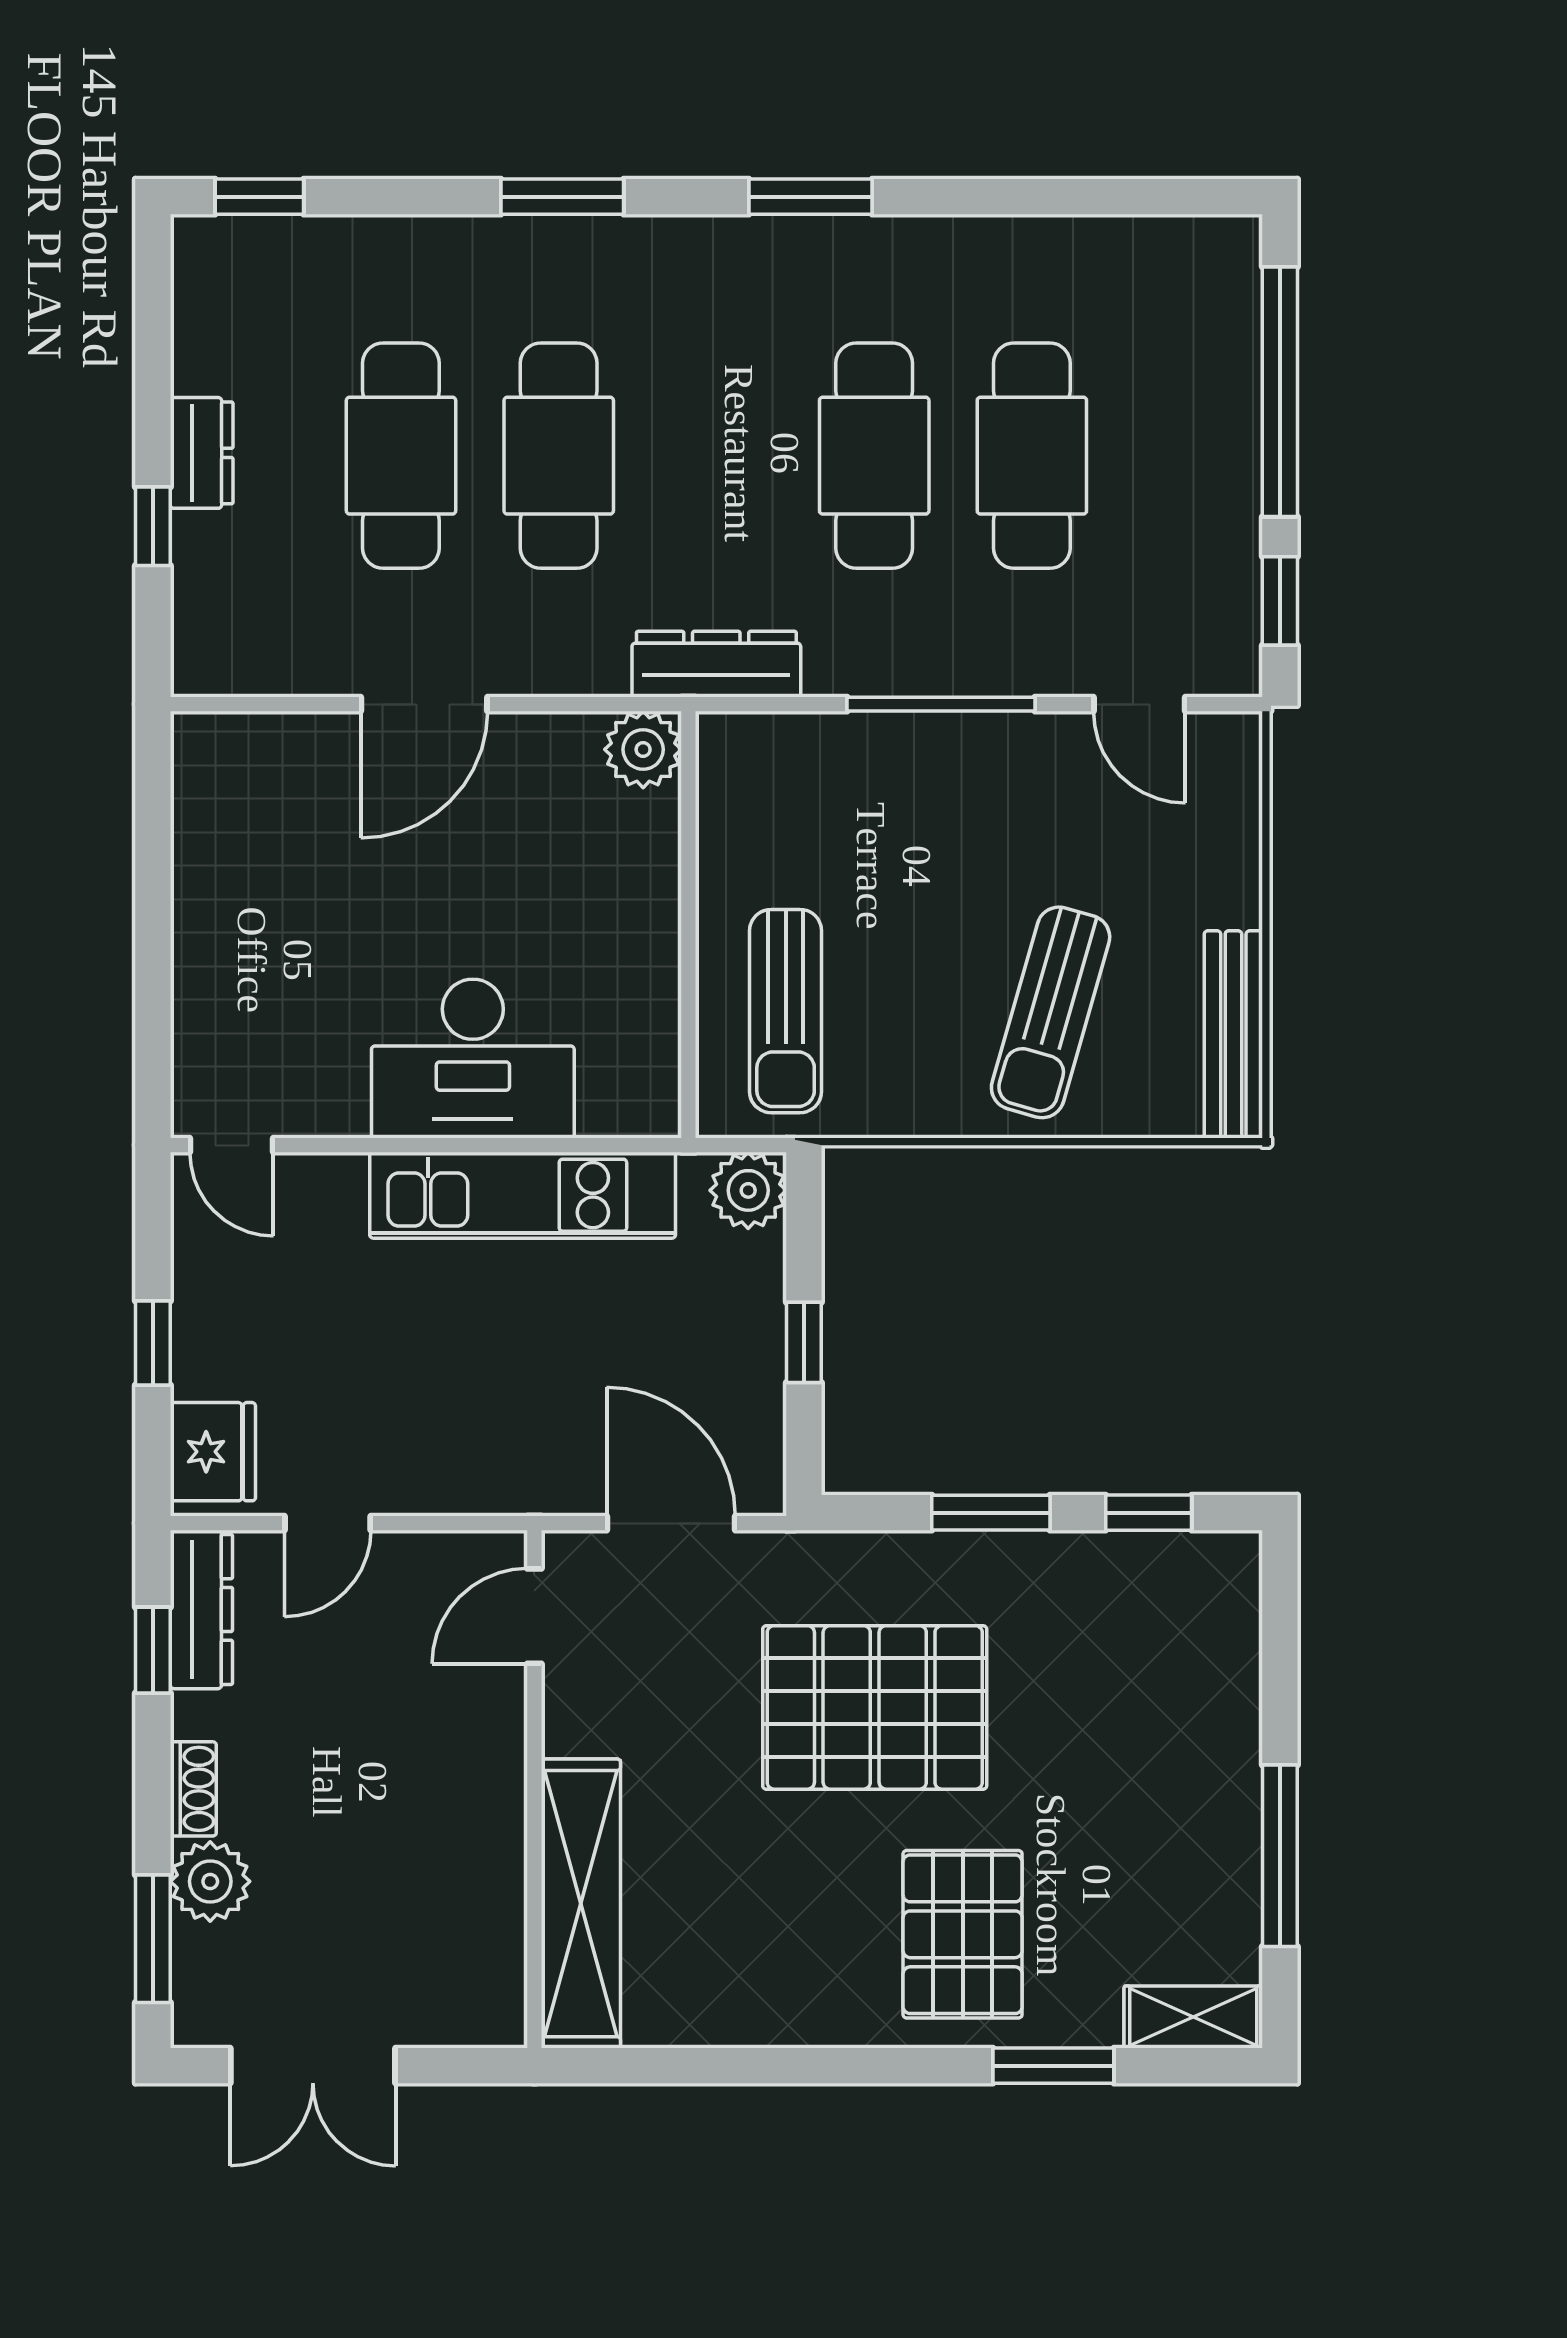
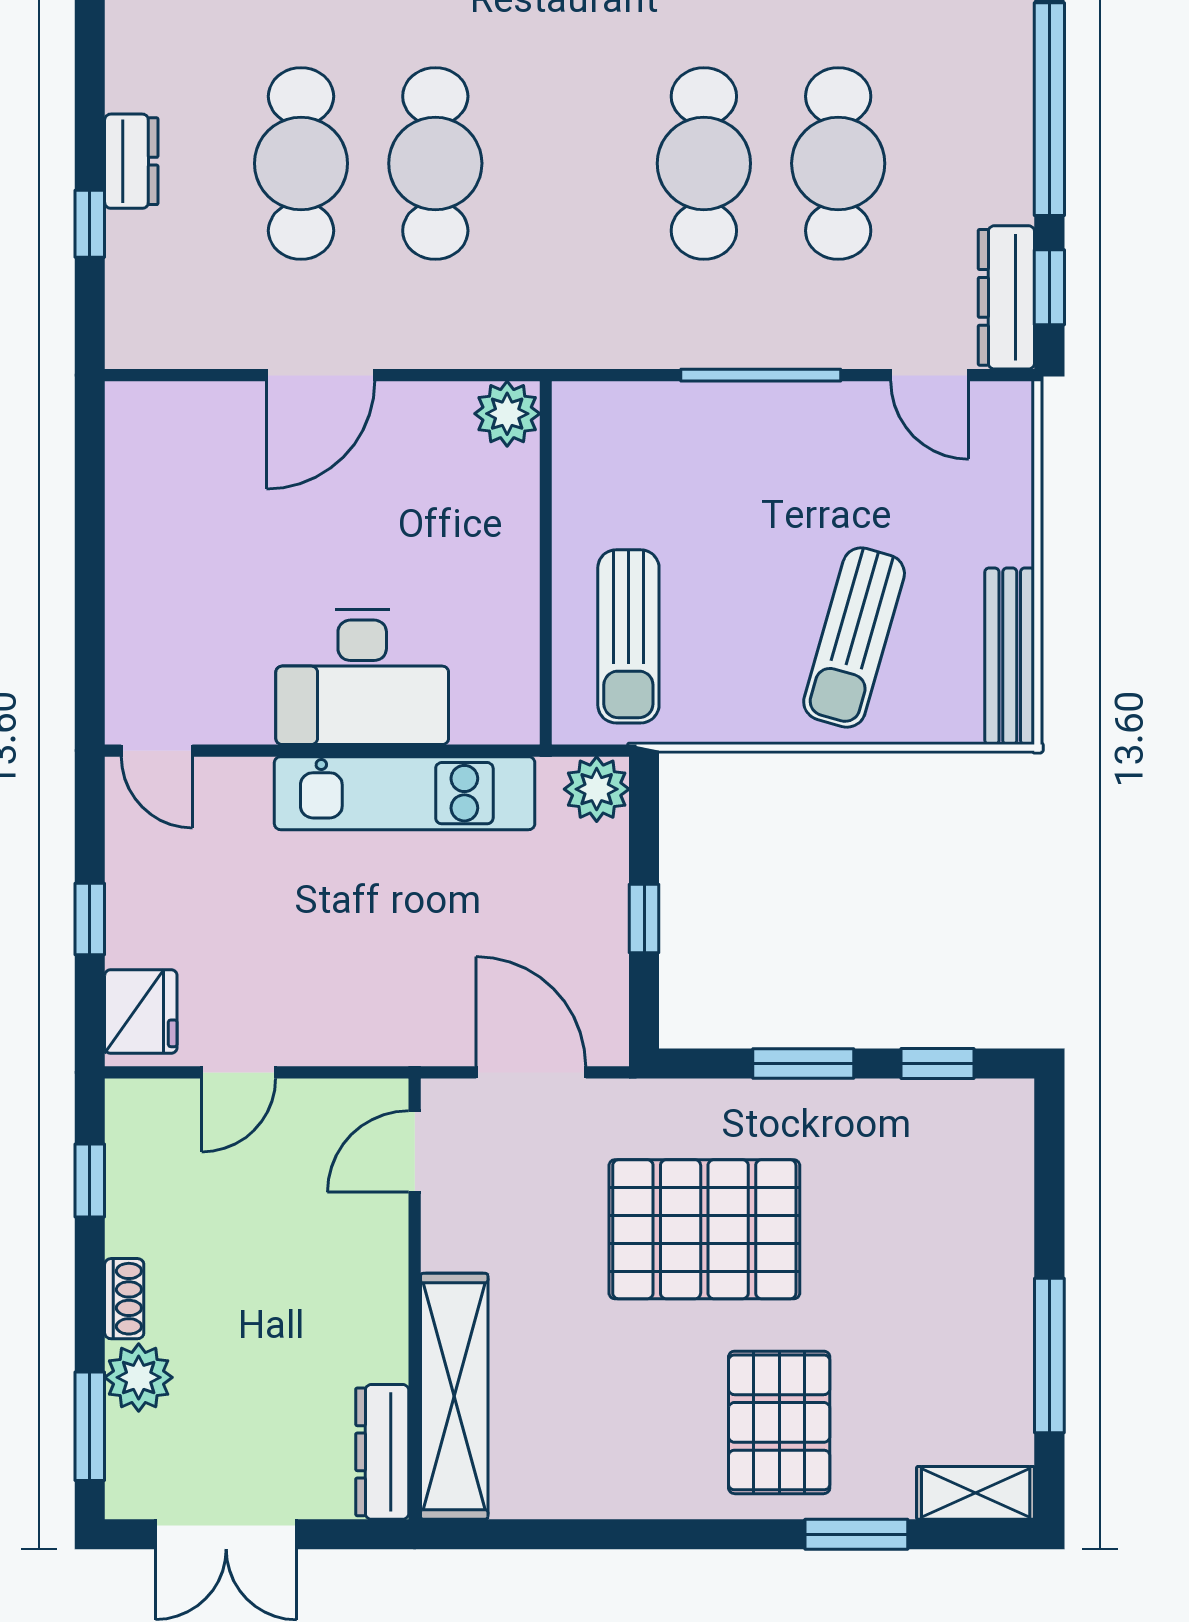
dresser: (716, 664) -> (1006, 297), moved, turned -90
dresser: (201, 1609) -> (382, 1452), moved, turned 180

